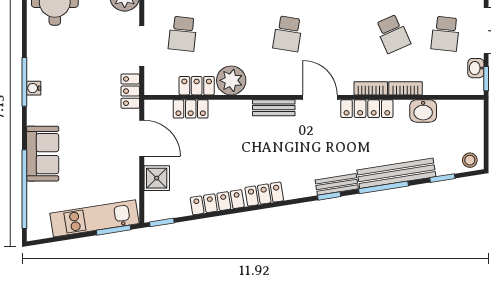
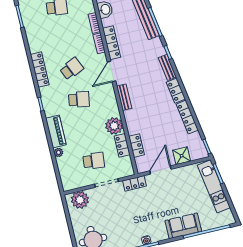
school desk: (393, 34) -> (72, 69), moved
bench: (337, 184) -> (167, 67), moved

